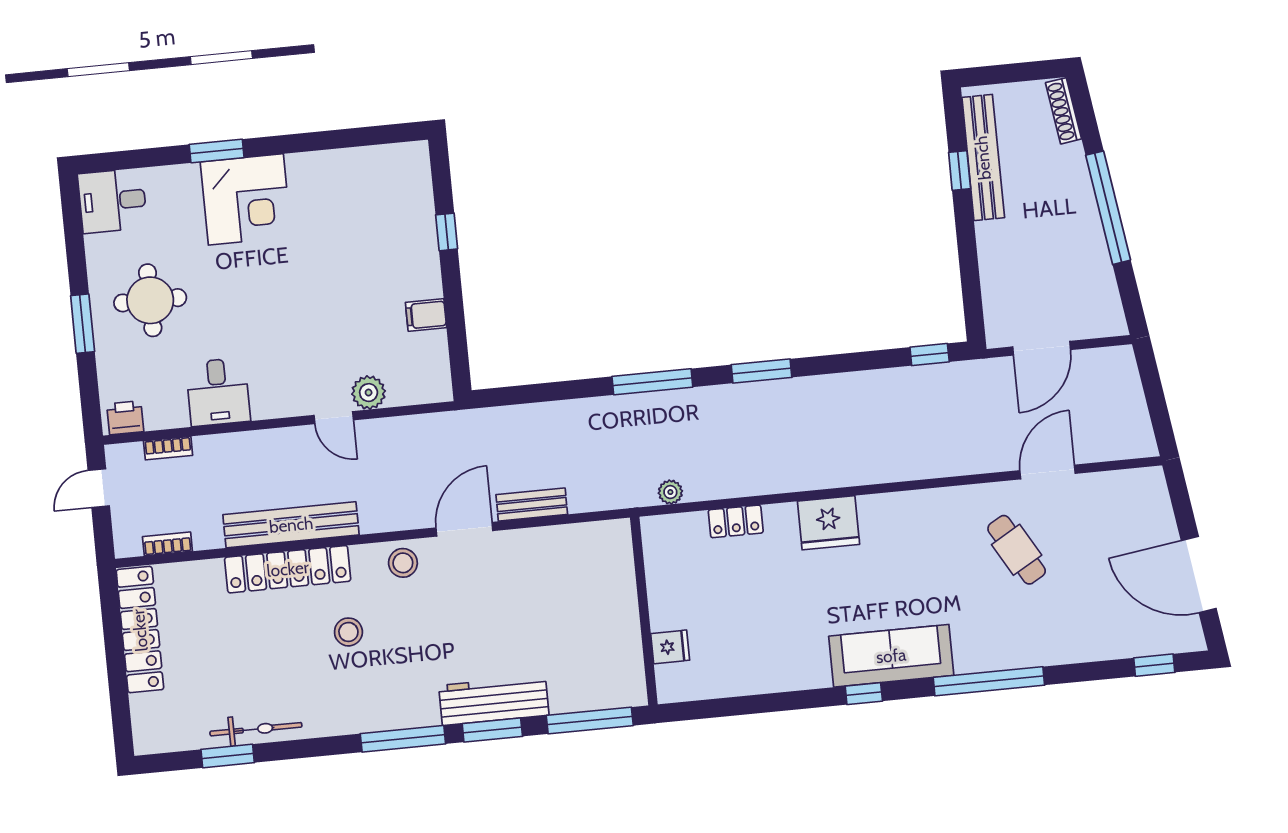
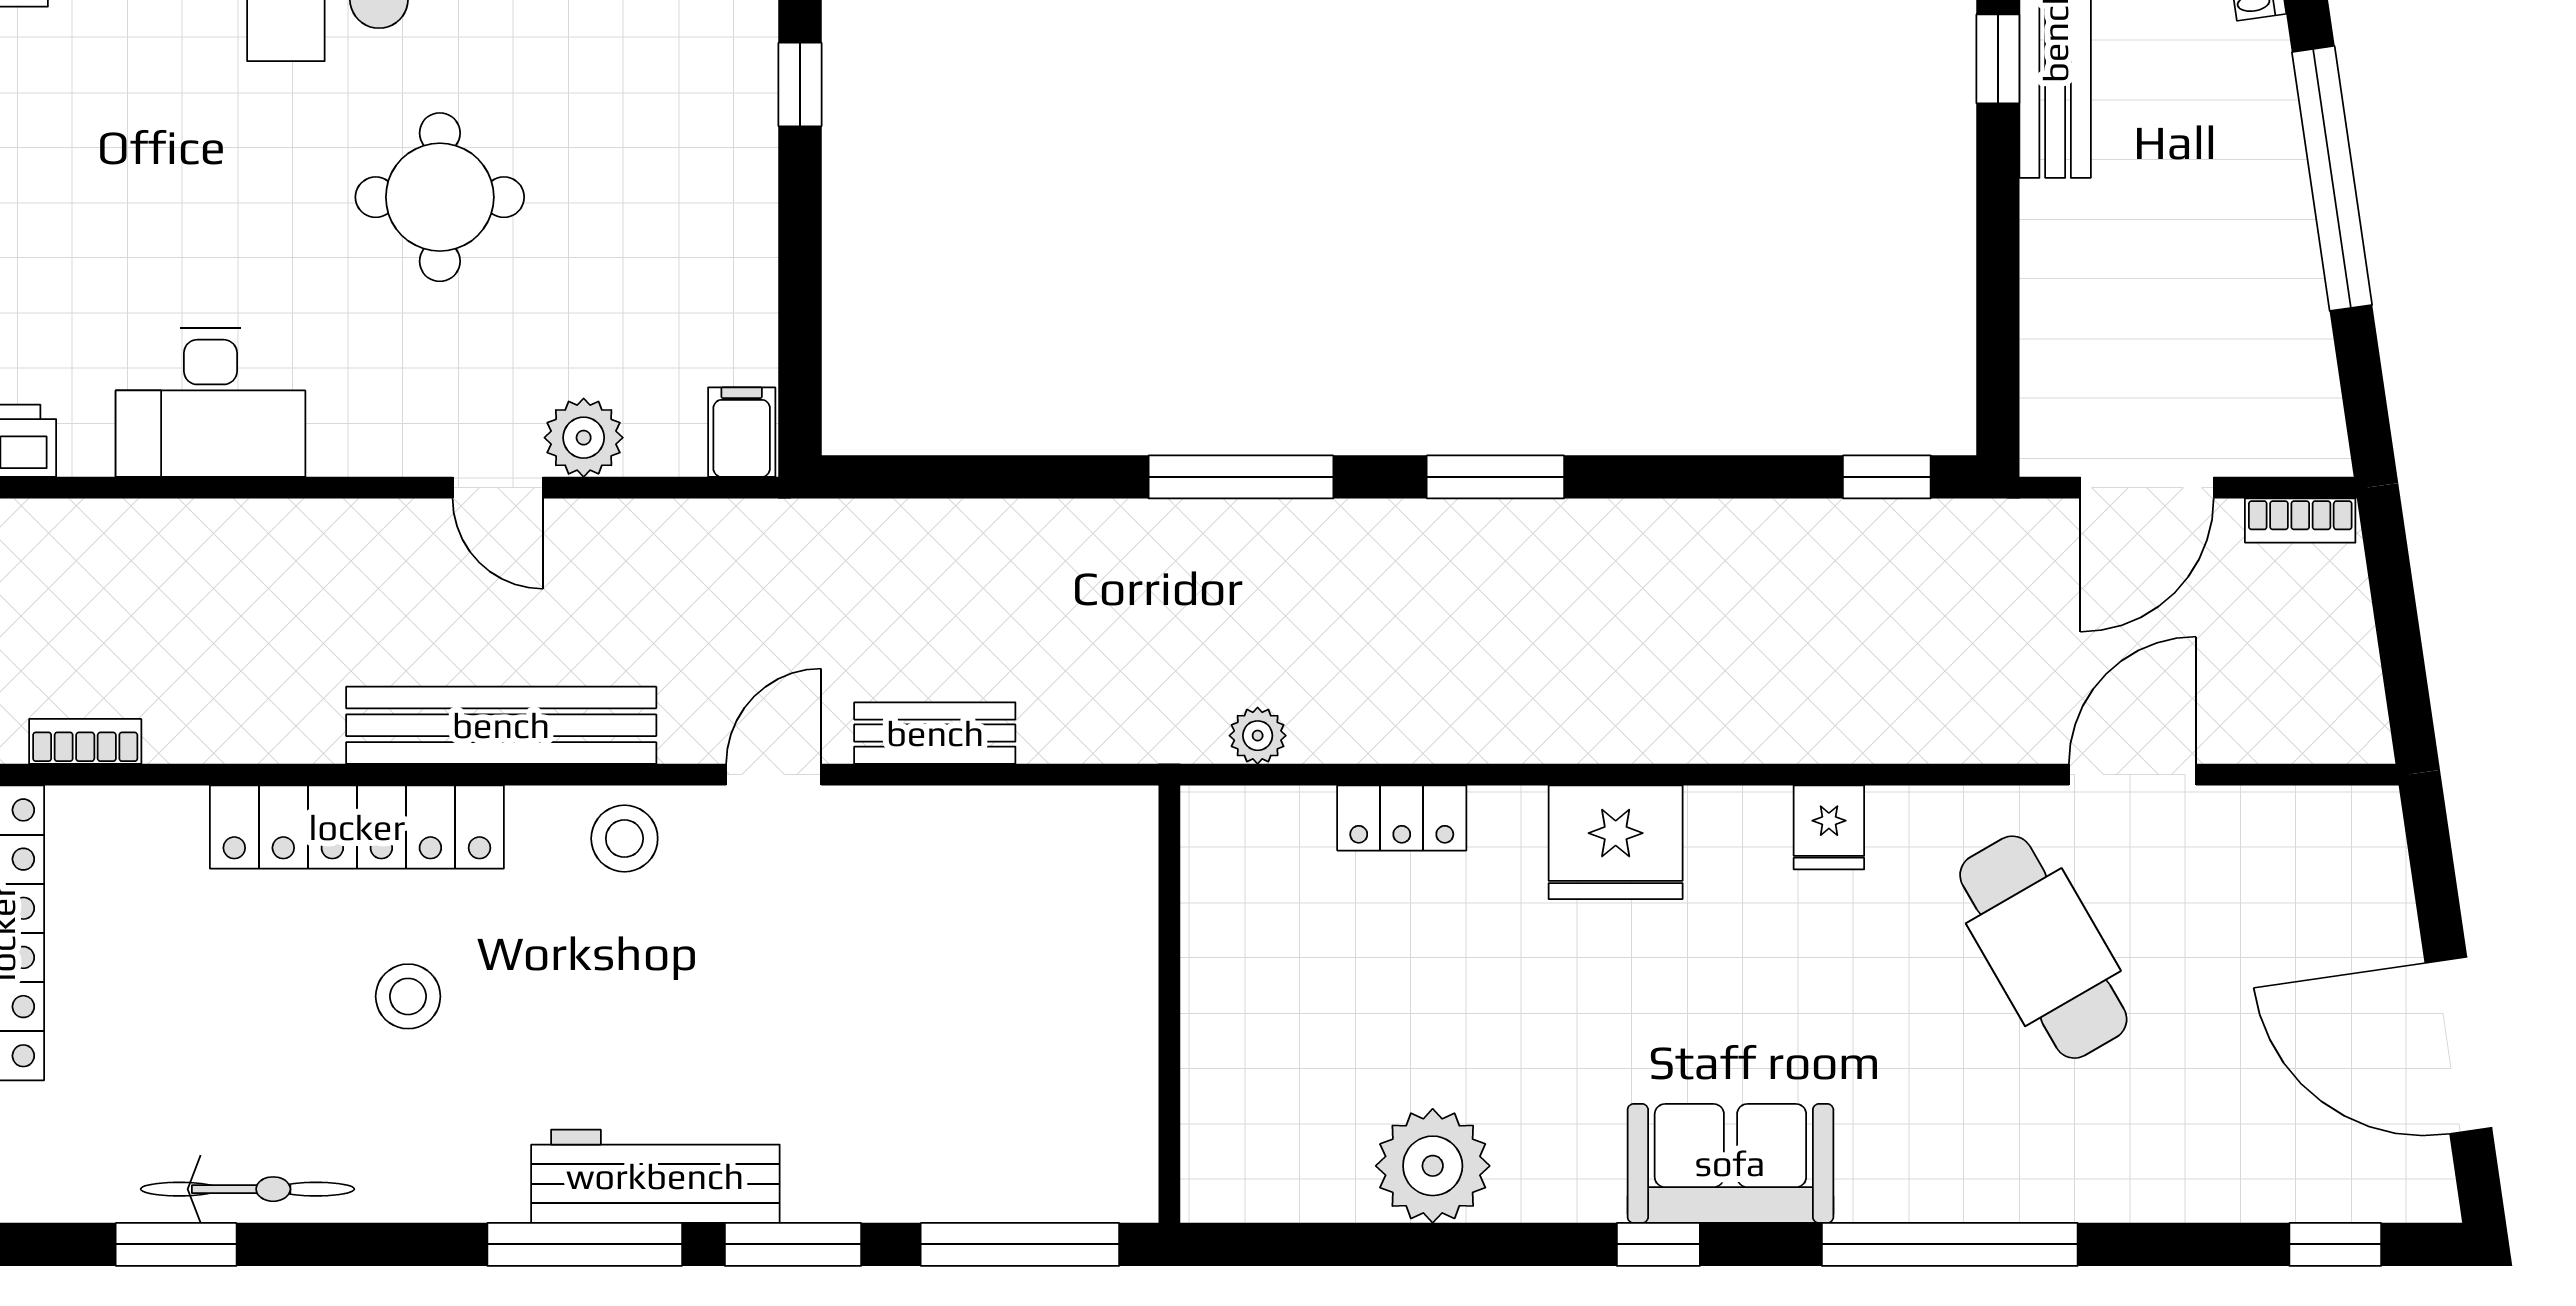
round table: (150, 300) -> (440, 197), moved
filing cabinet: (426, 315) -> (742, 432), moved, turned 90
desk: (218, 392) -> (210, 402), width x1.37
bookcase: (168, 448) -> (2300, 521), moved
bench: (291, 525) -> (501, 725), moved
door: (464, 529) -> (774, 775), width x0.73
cafe table: (1017, 550) -> (2043, 947), width x1.37, depth x1.35
stool: (348, 632) -> (408, 996), moved
fridge: (670, 647) -> (1829, 827), moved, turned 90
sofa: (891, 656) -> (1730, 1163), width x0.73
plant: (764, 669) -> (1433, 1166), added
workbench: (494, 700) -> (655, 1176), moved

